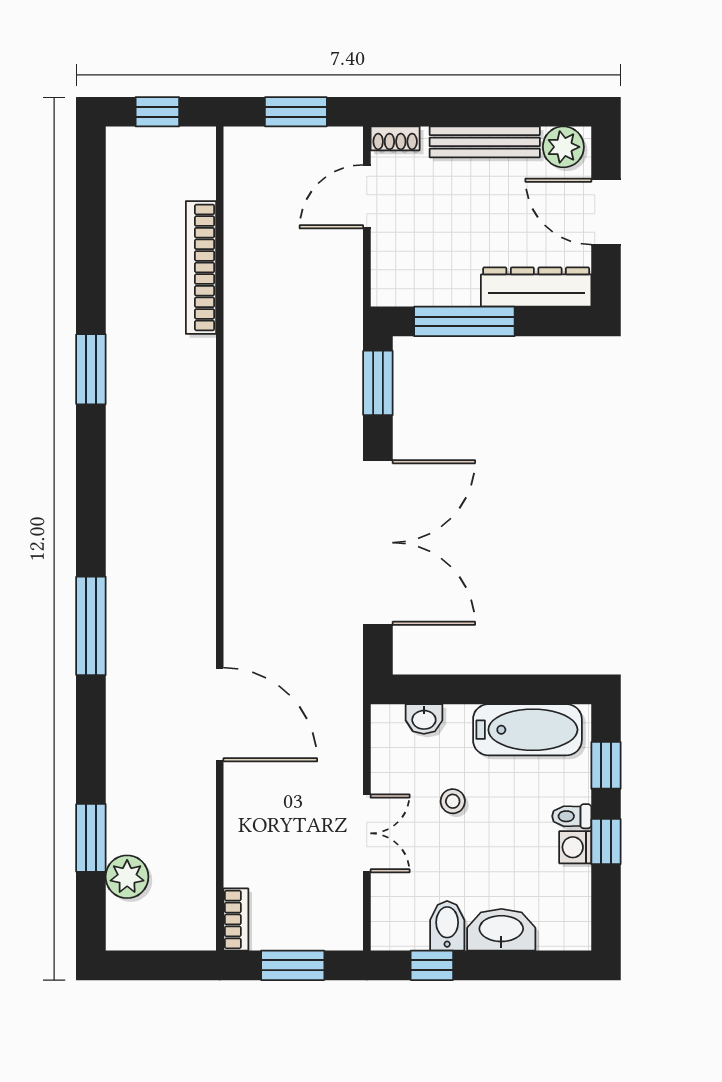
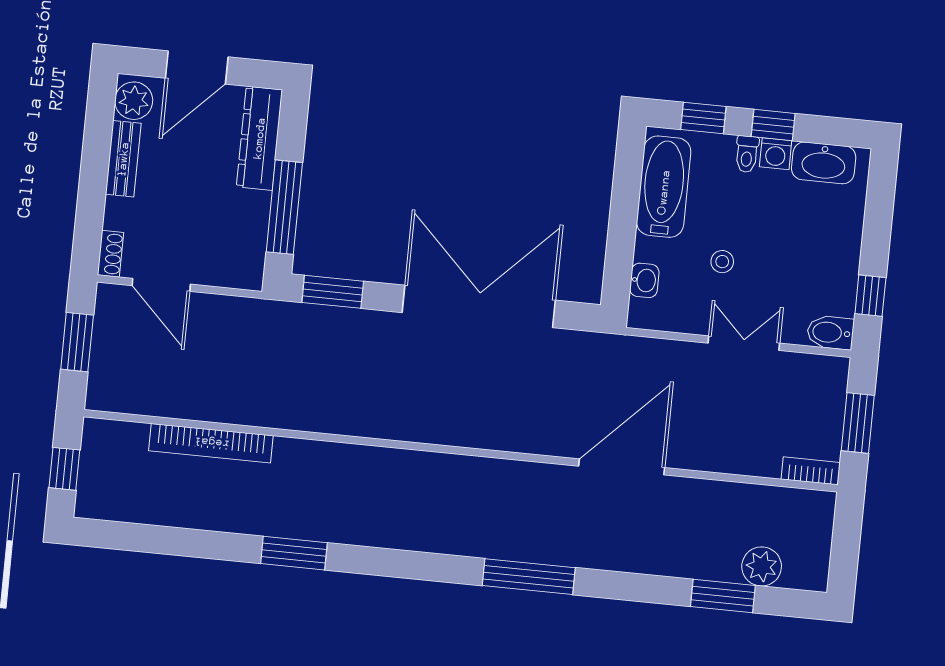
bench: (485, 142) -> (123, 159), width x0.73
bidet: (447, 926) -> (830, 332), moved
washbasin: (501, 930) -> (824, 163), moved, turned -90

